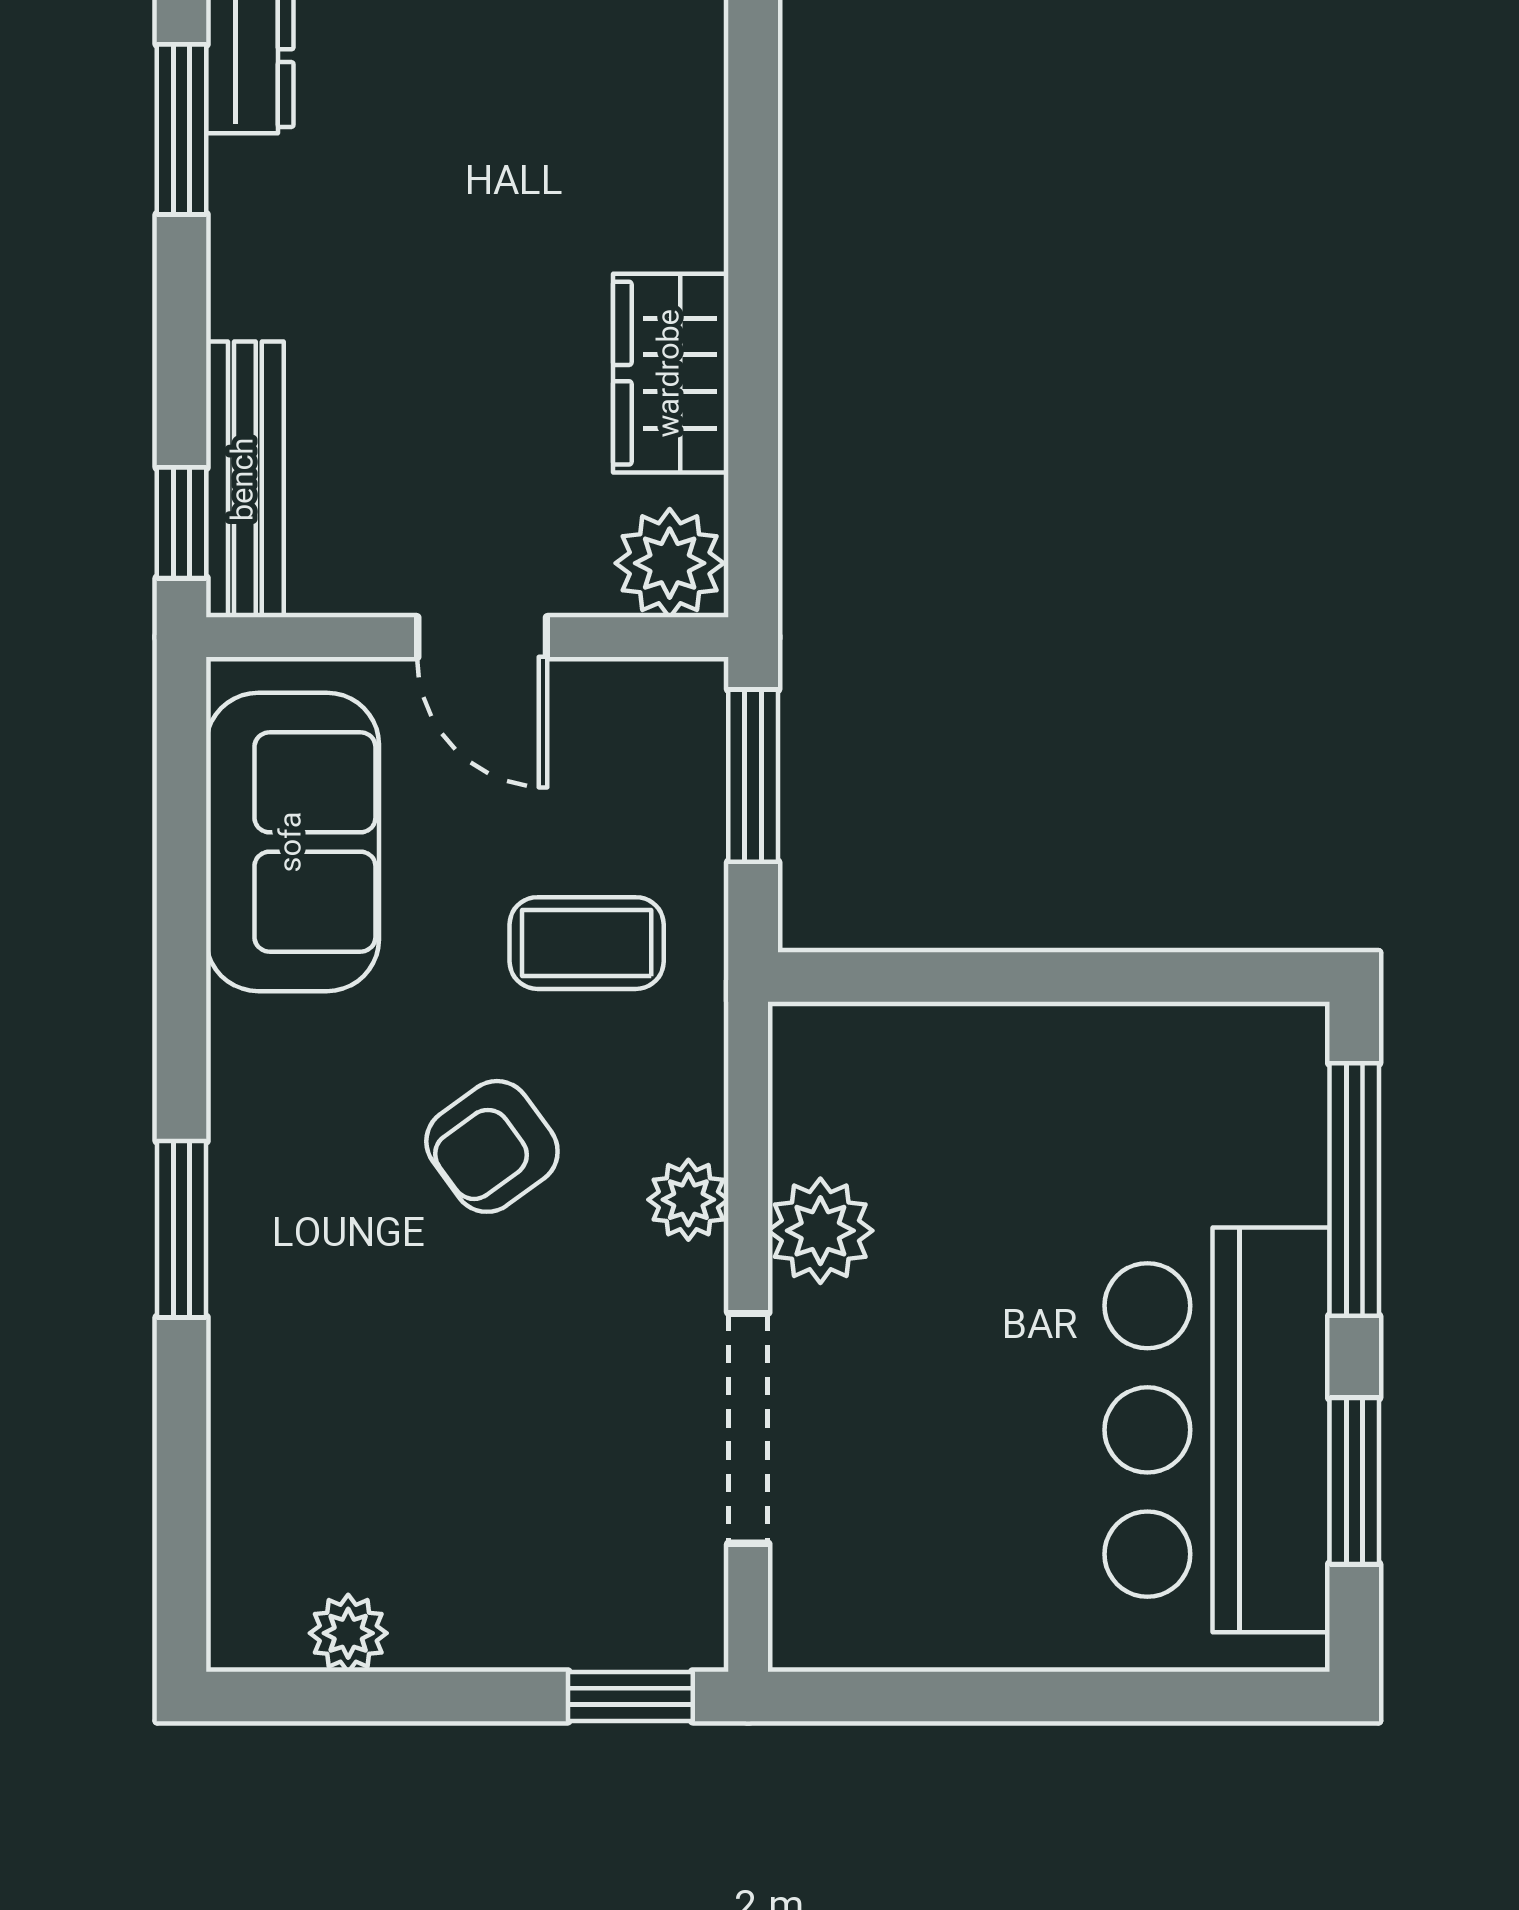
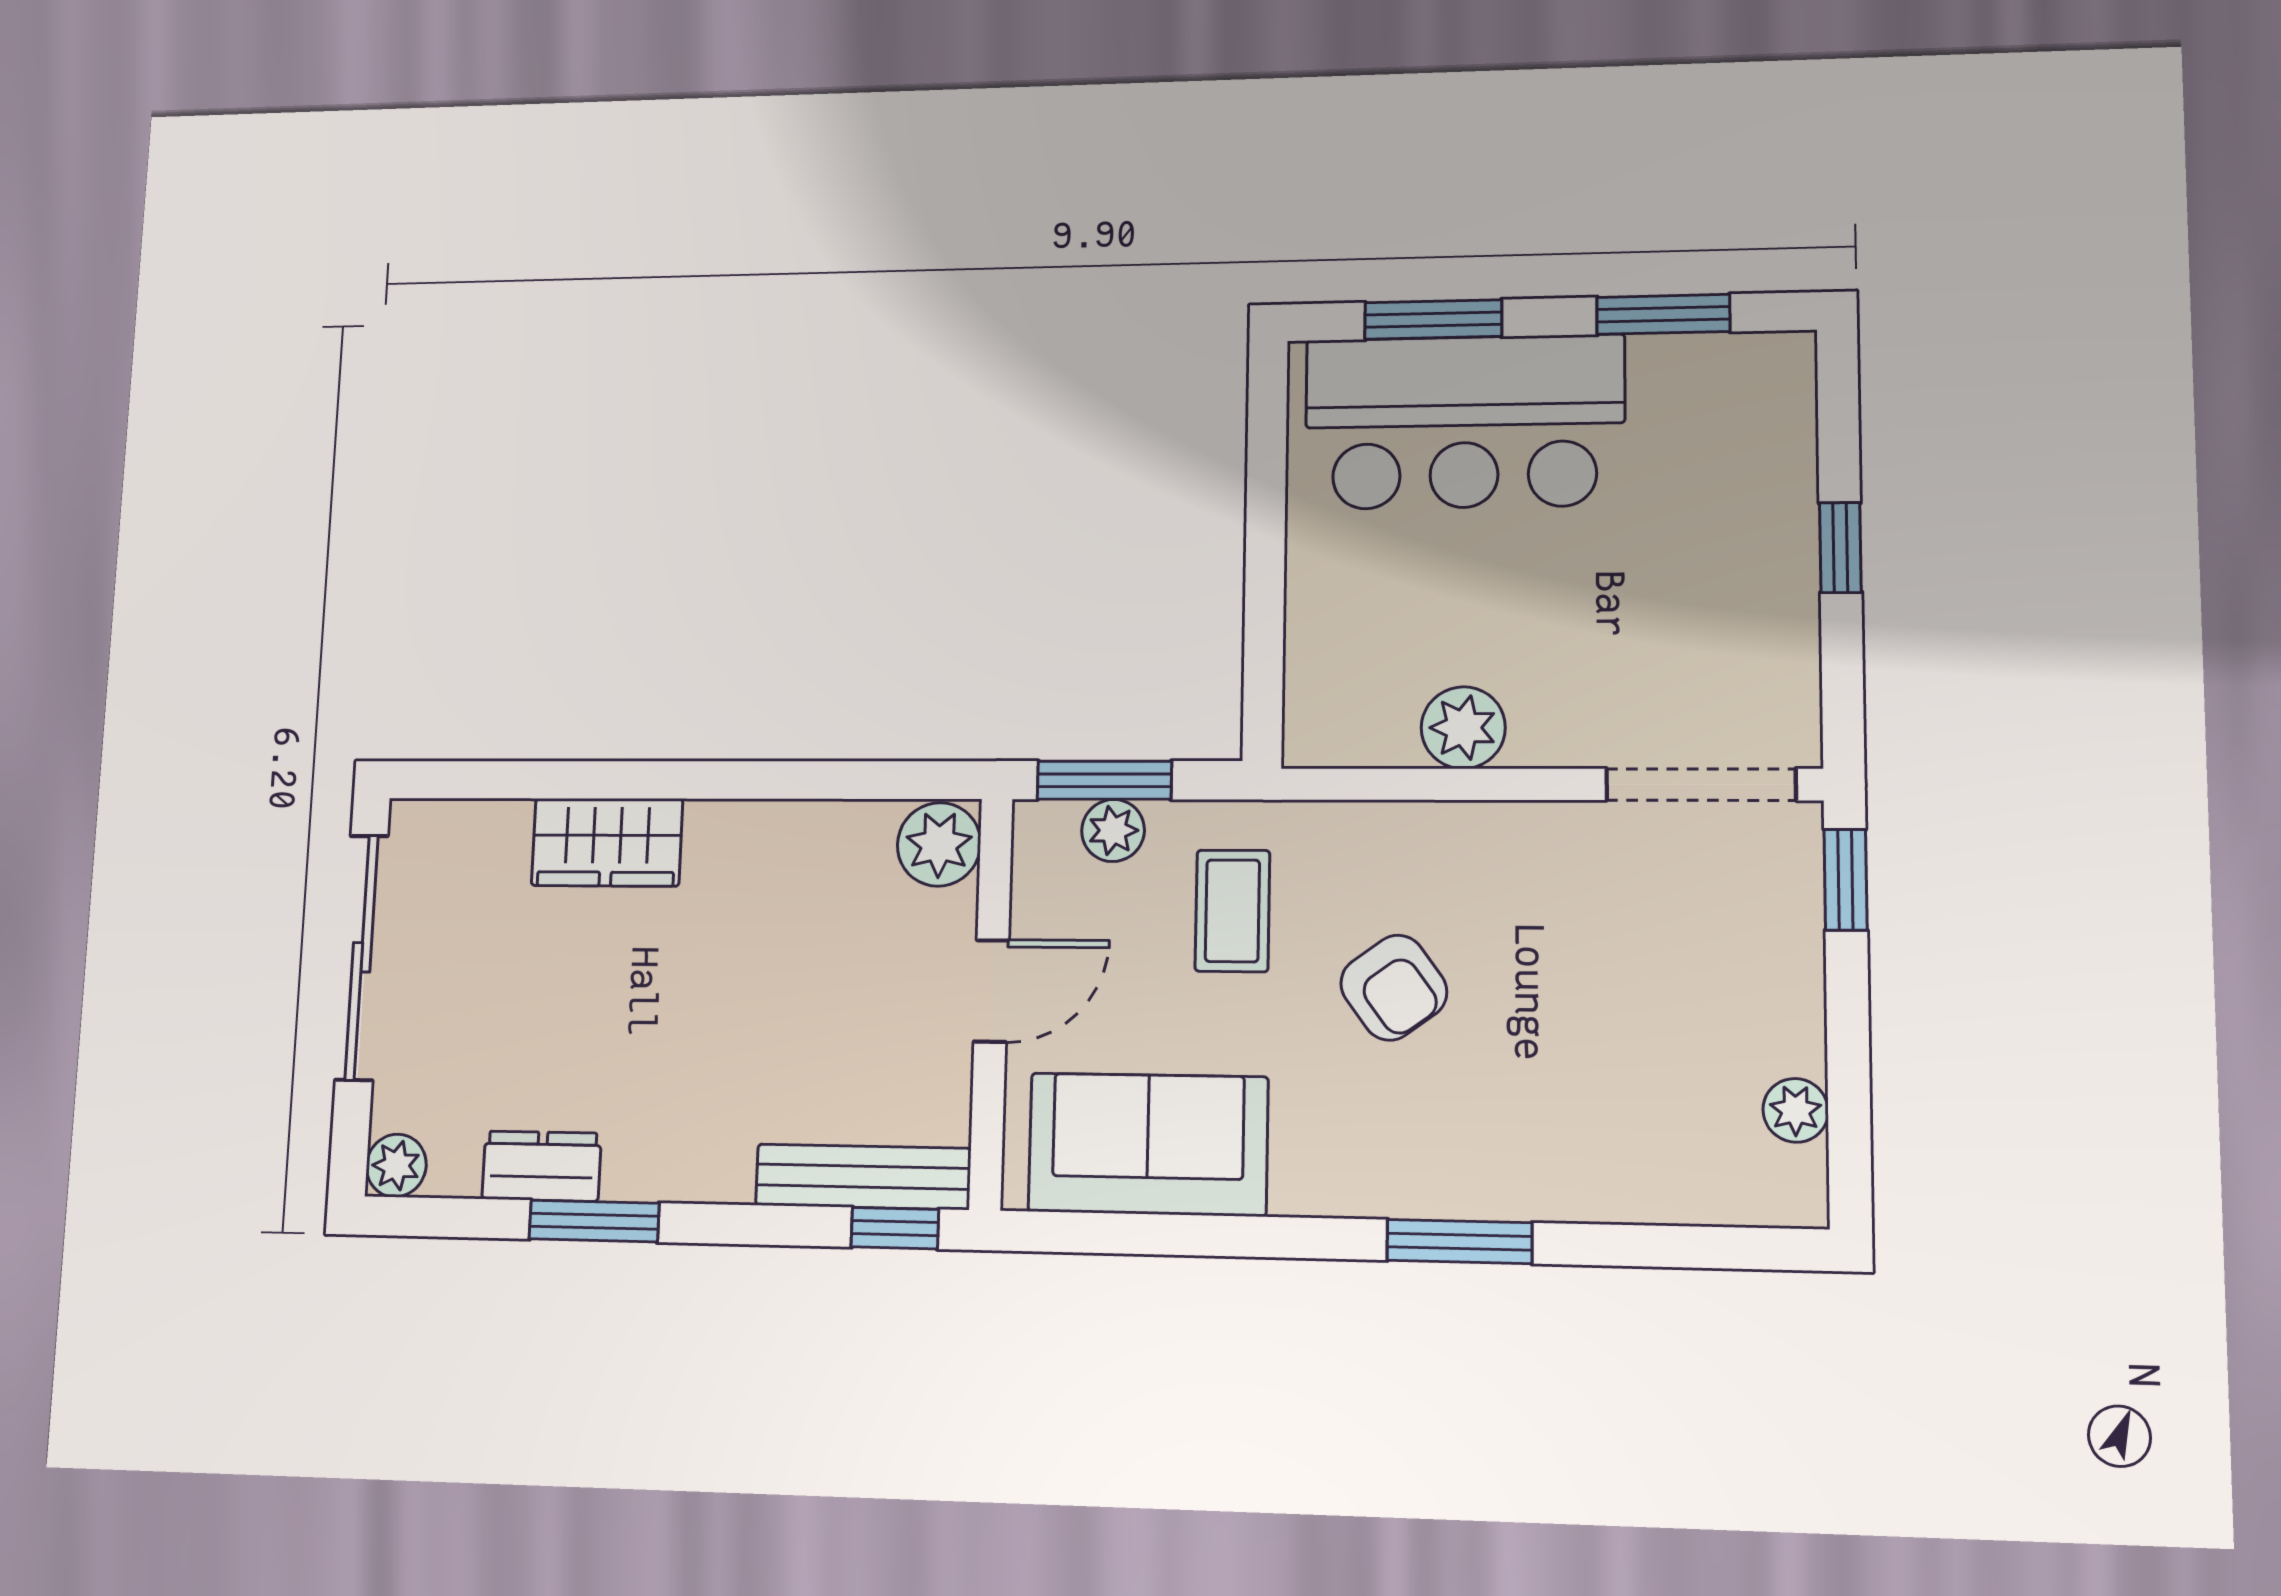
wardrobe: (671, 373) -> (607, 842), moved
window: (1354, 1190) -> (1433, 320), width x0.69
plant: (688, 1200) -> (1113, 830), moved
doorway: (748, 1428) -> (1701, 784), moved
bar counter: (1217, 1430) -> (1464, 422), moved
window: (1047, 1696) -> (1840, 548), added

